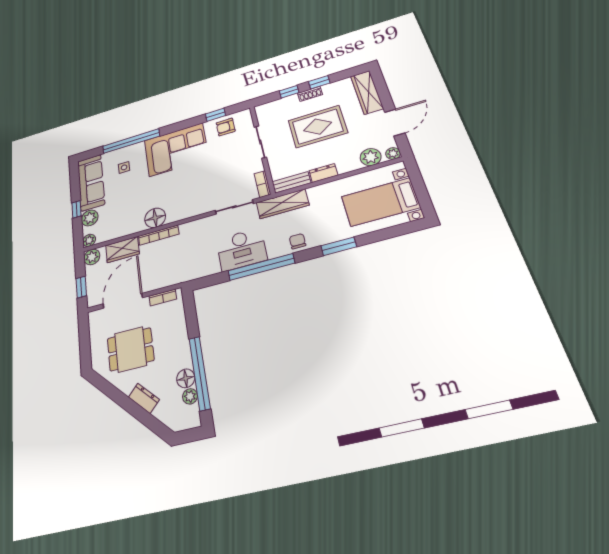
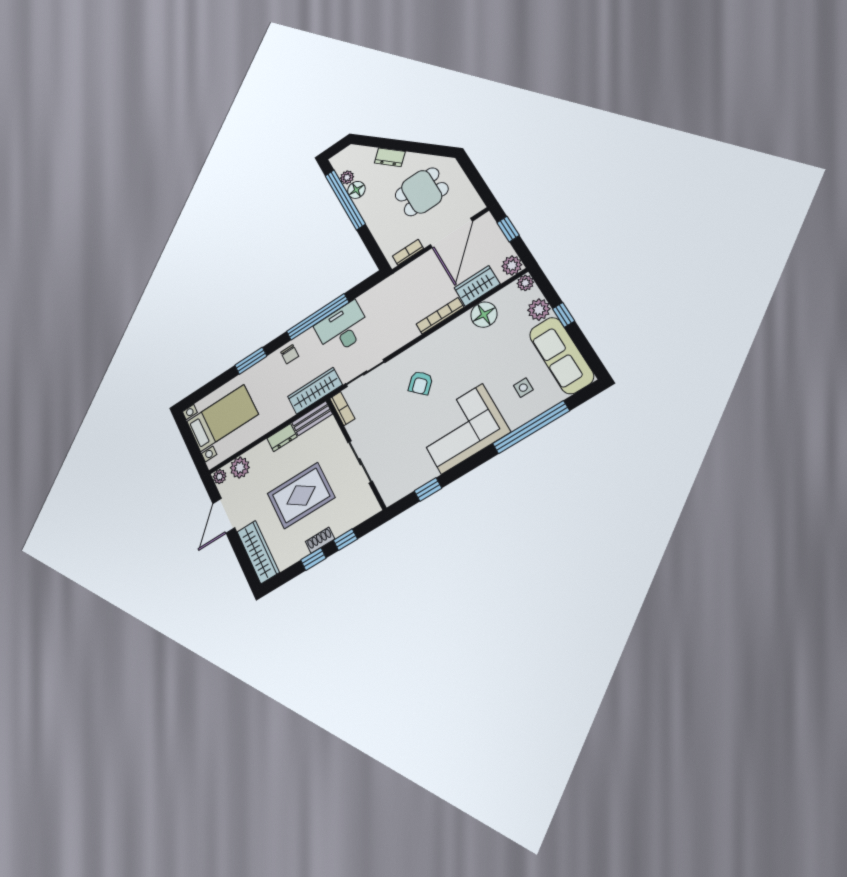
armchair: (226, 127) -> (421, 383), moved, turned 135
floor lamp: (155, 218) -> (484, 315), moved

